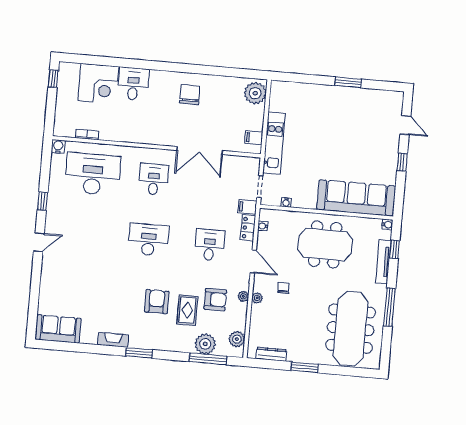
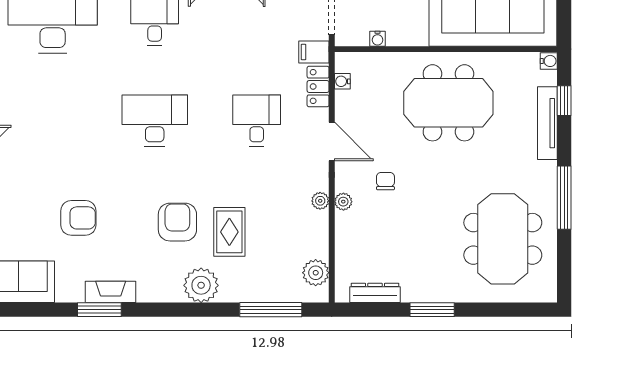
armchair: (215, 300) -> (78, 218), moved
meeting table: (351, 329) -> (503, 239), width x0.73
plant: (205, 344) -> (201, 285), moved
window: (139, 353) -> (99, 310), moved

